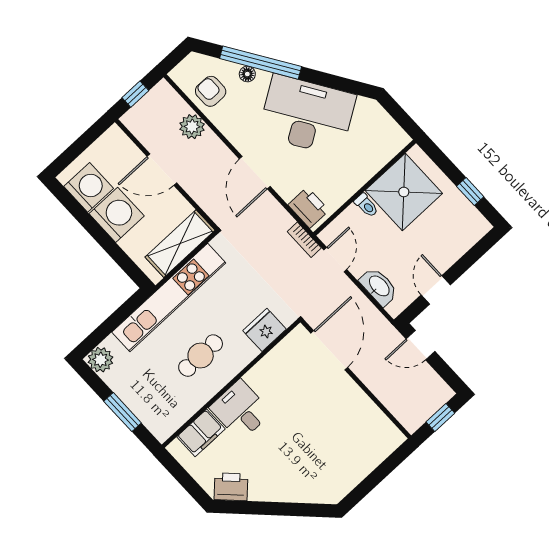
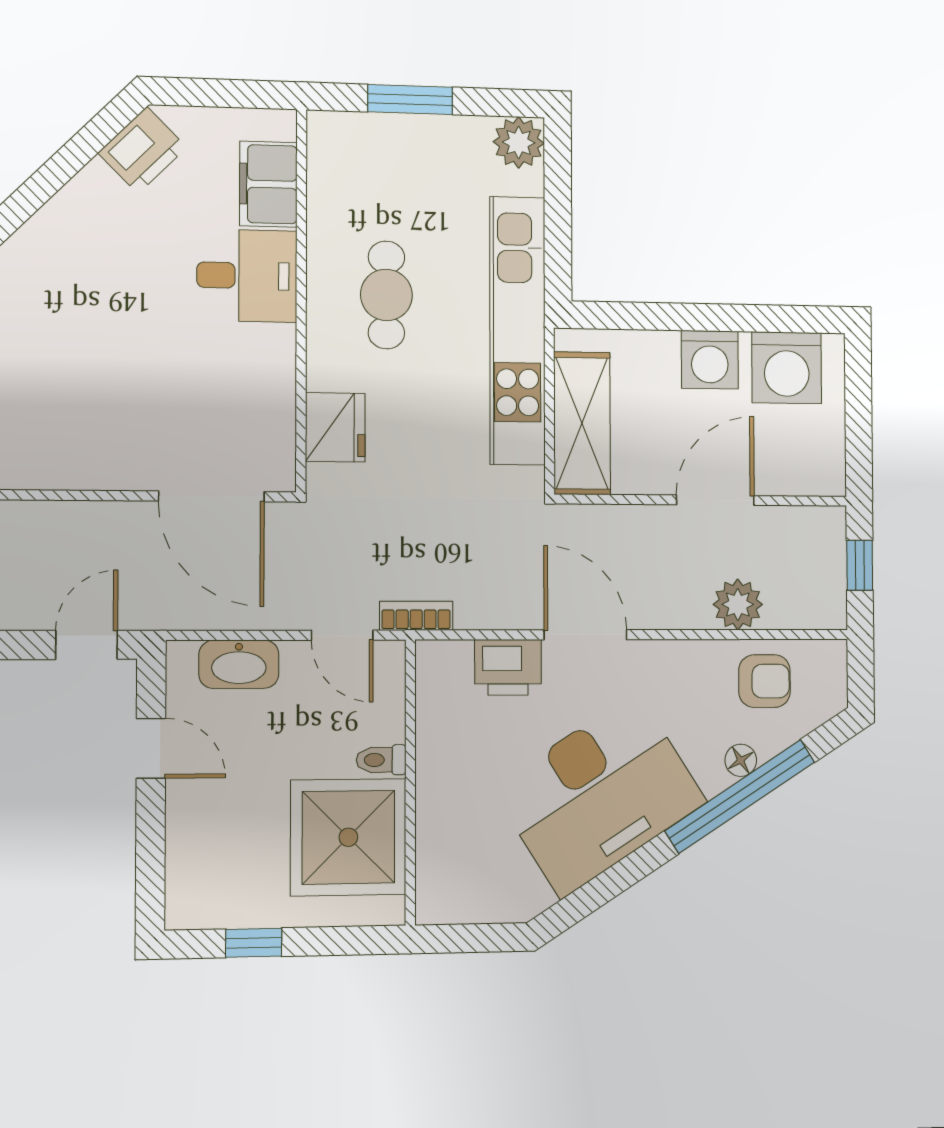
printer: (308, 208) -> (508, 667), moved
washing machine: (117, 215) -> (710, 360), width x0.73, depth x0.73

